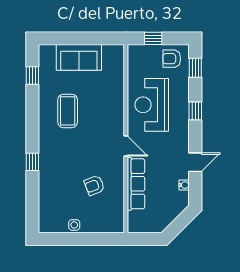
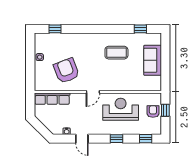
armchair: (172, 59) -> (153, 112), moved
window: (32, 162) -> (55, 29), moved
row of seats: (136, 184) -> (52, 99), moved
armchair: (94, 185) -> (66, 71), width x1.88, depth x1.88

